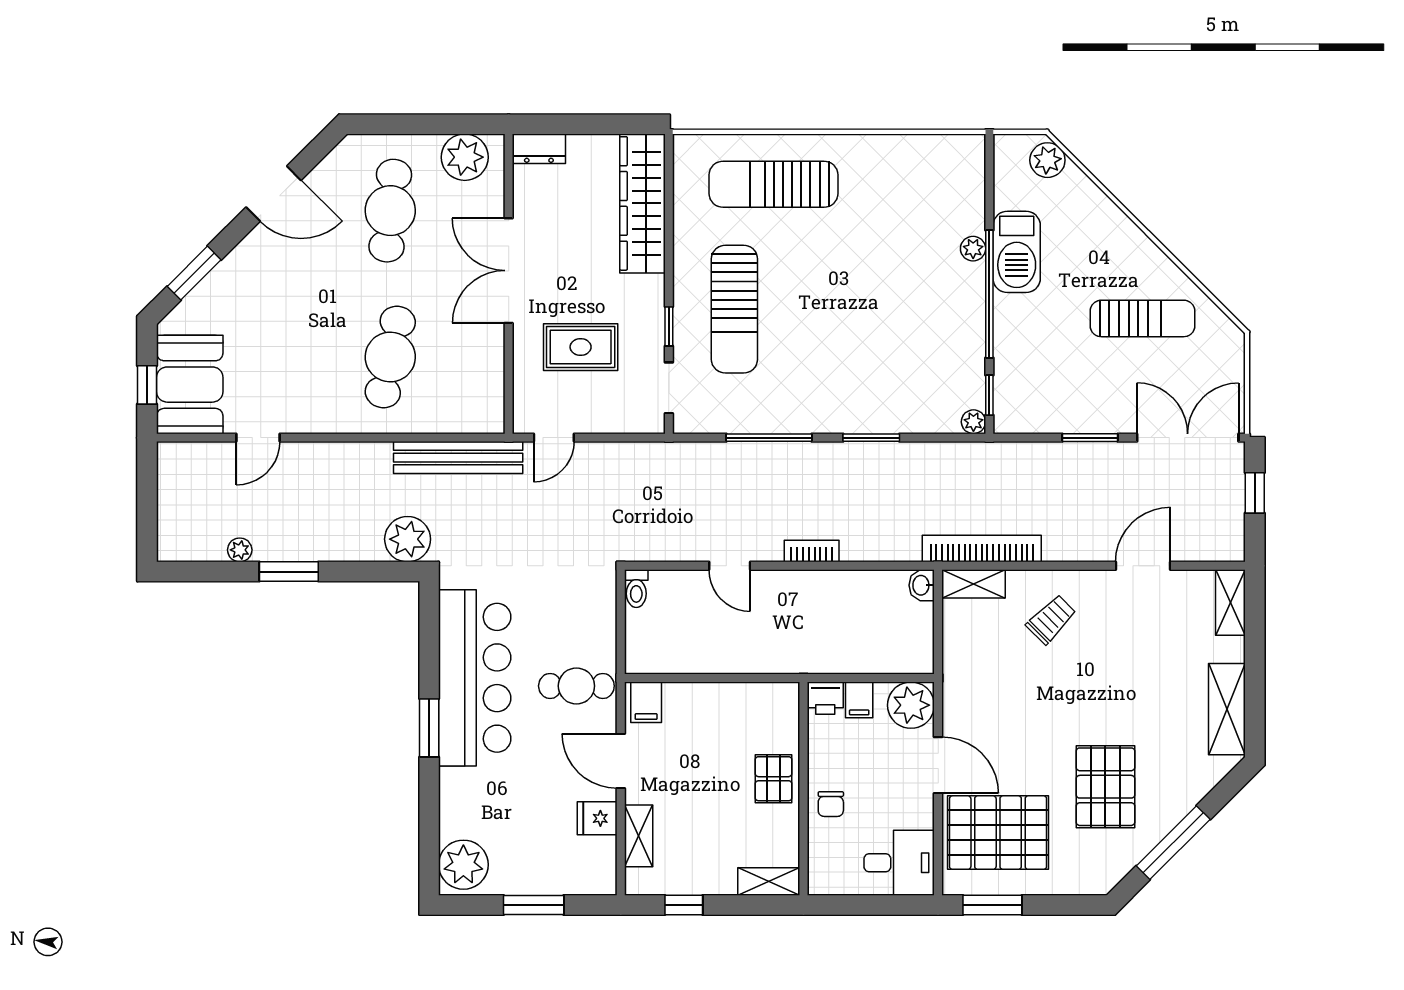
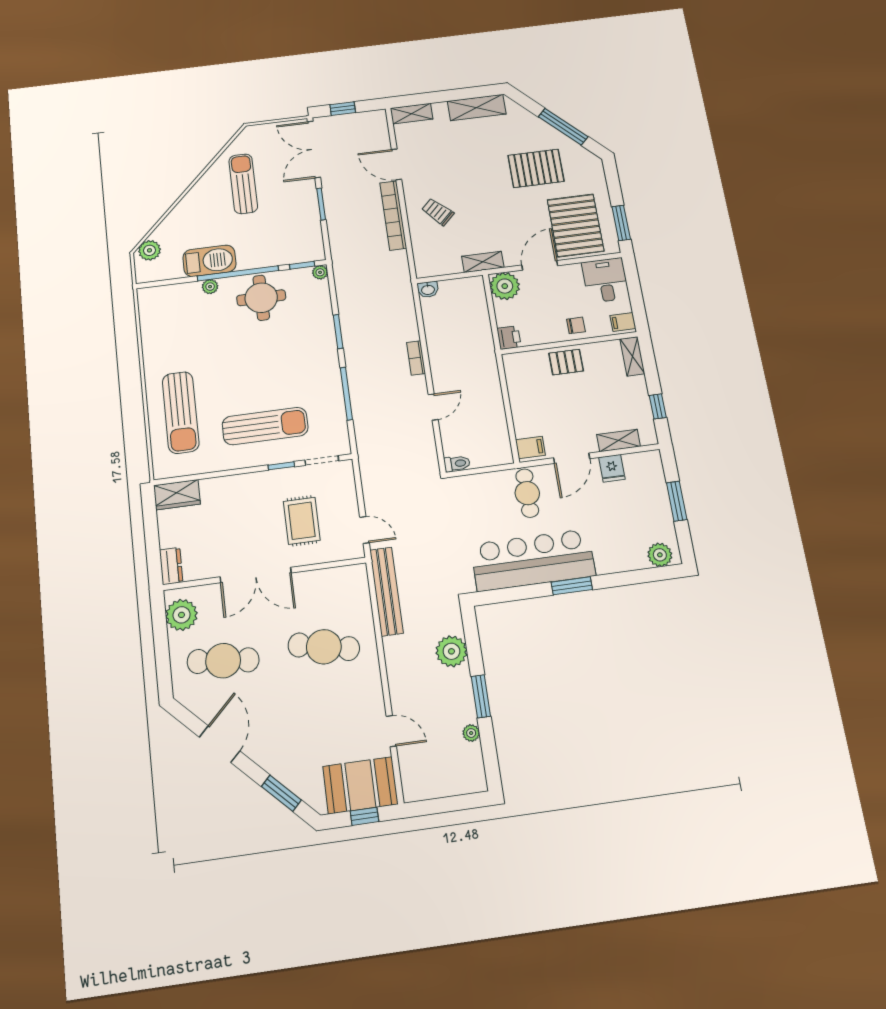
wardrobe: (642, 203) -> (177, 495), width x0.48, depth x0.85
round table: (943, 326) -> (261, 298), added
plant: (408, 539) -> (451, 651), moved
bookcase: (982, 549) -> (393, 215), moved
shelving: (973, 584) -> (483, 262), moved, turned 90
filing cabinet: (859, 700) -> (623, 322), moved, turned 180
plant: (463, 865) -> (660, 555), width x0.73, depth x0.73

